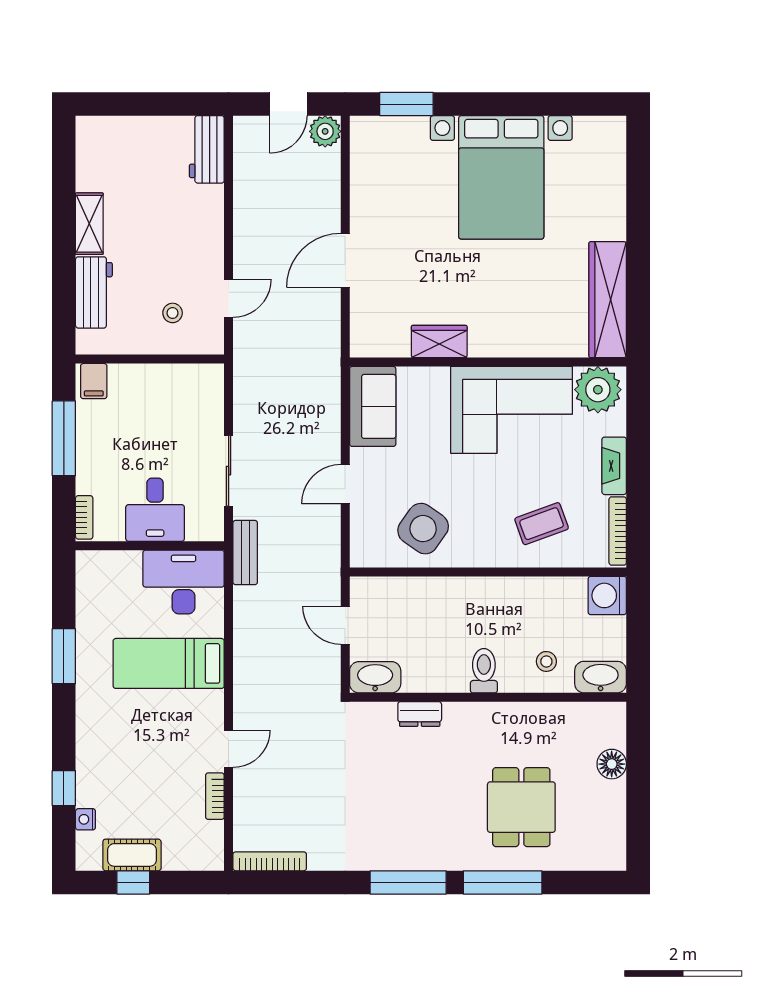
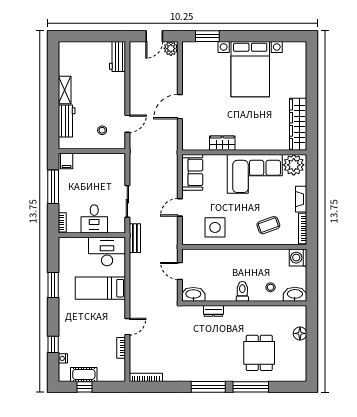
side table: (423, 529) -> (215, 227), turned -35

